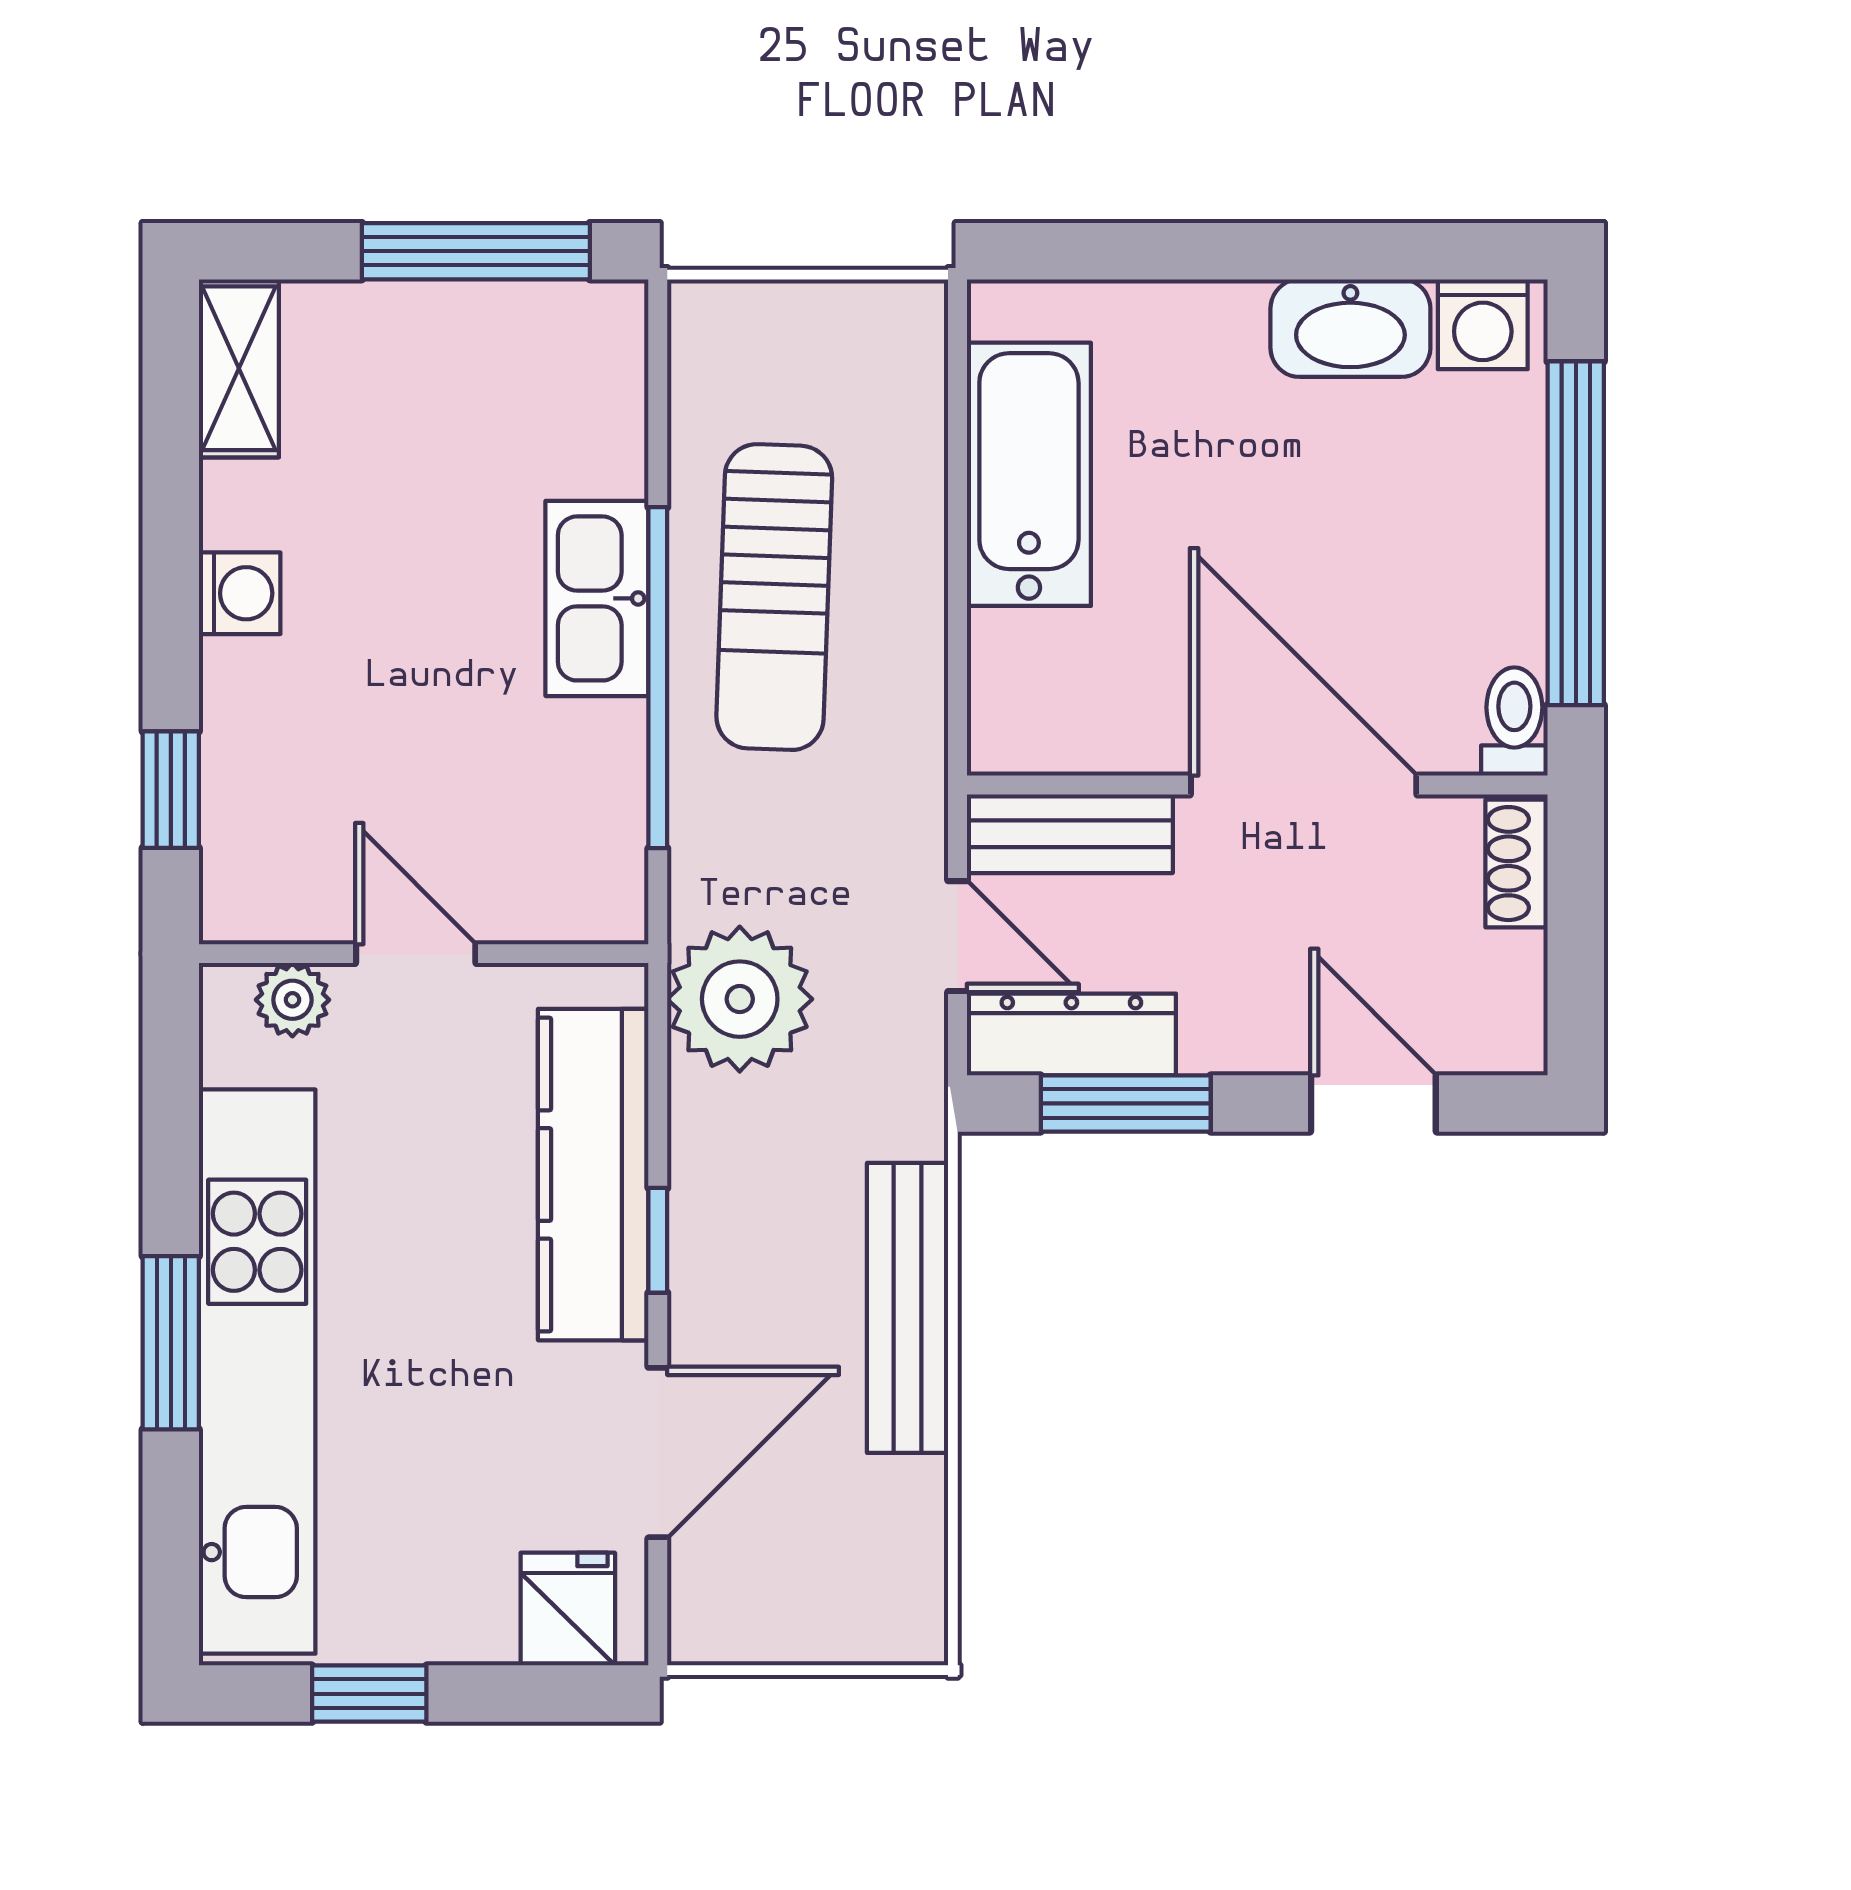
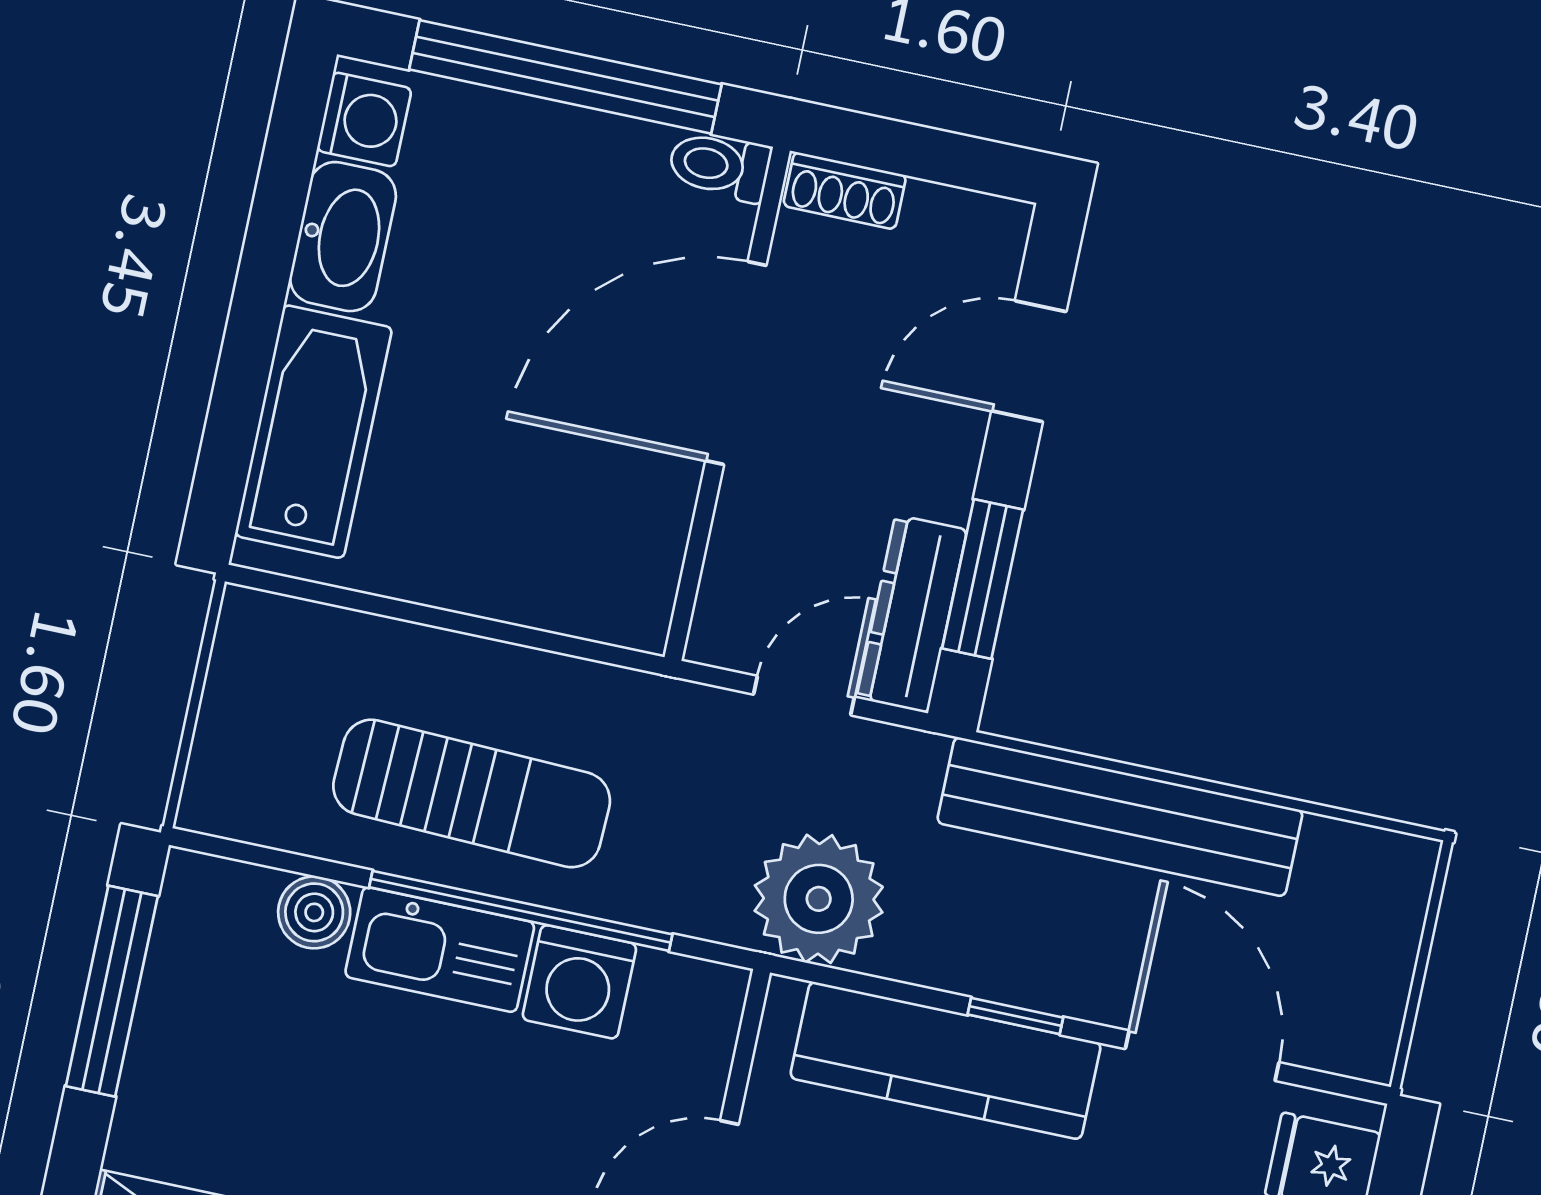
boiler: (608, 453) -> (314, 912), added
bathtub: (1029, 474) -> (314, 432), moved, turned 90
washing machine: (594, 758) -> (579, 982), added
bench: (1070, 834) -> (735, 578), removed
bench: (908, 1308) -> (1120, 817), width x1.37, depth x1.21

